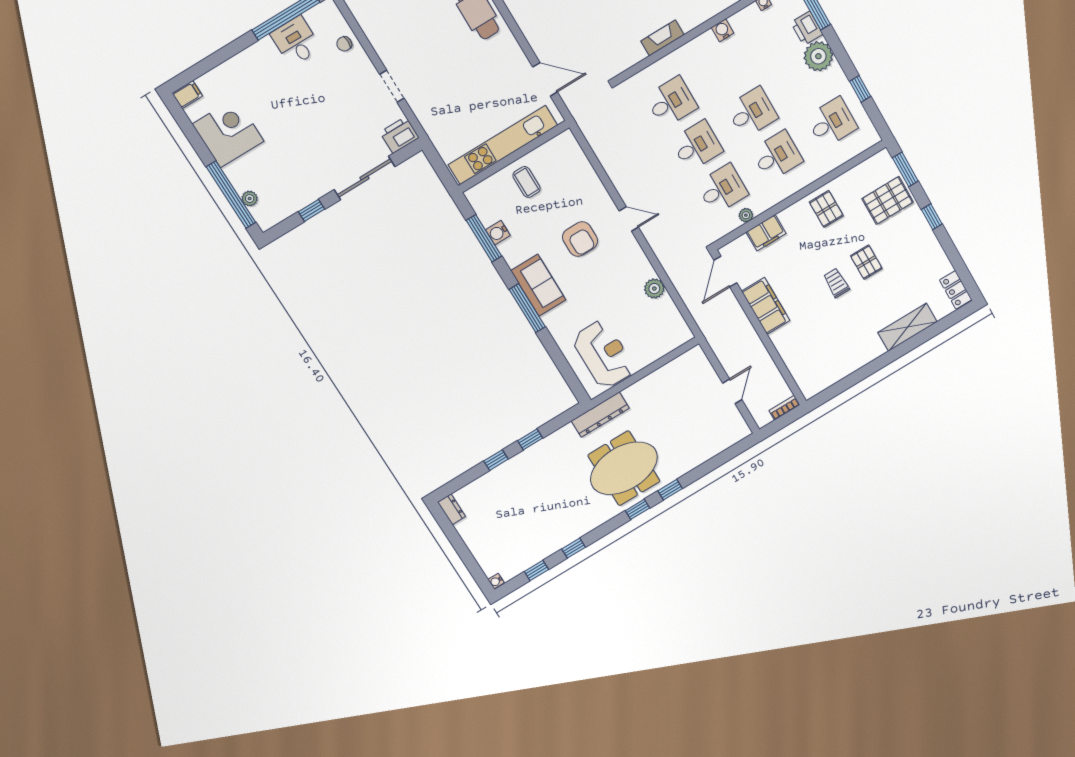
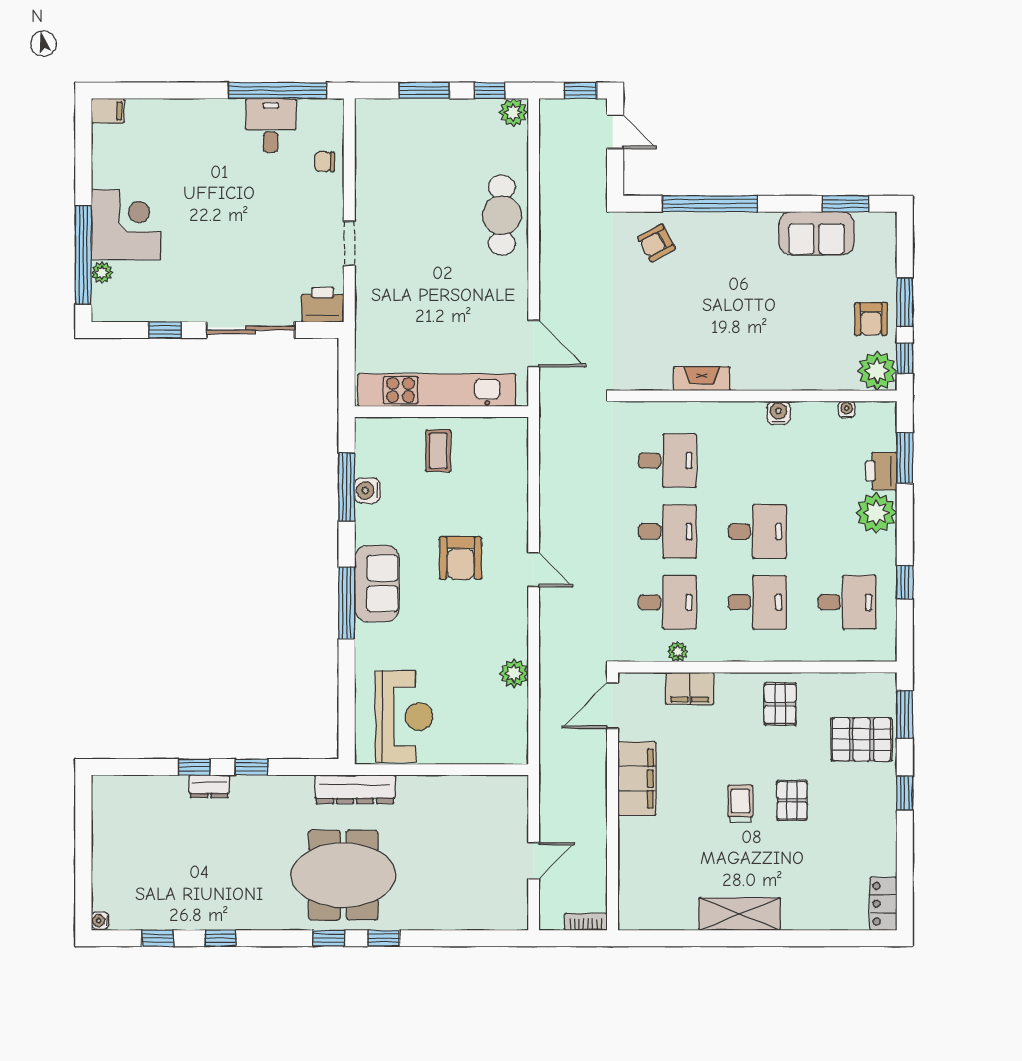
corner desk: (228, 133) -> (126, 225), moved
shelving: (907, 327) -> (740, 914), moved
dresser: (452, 509) -> (209, 786), moved, turned 90

